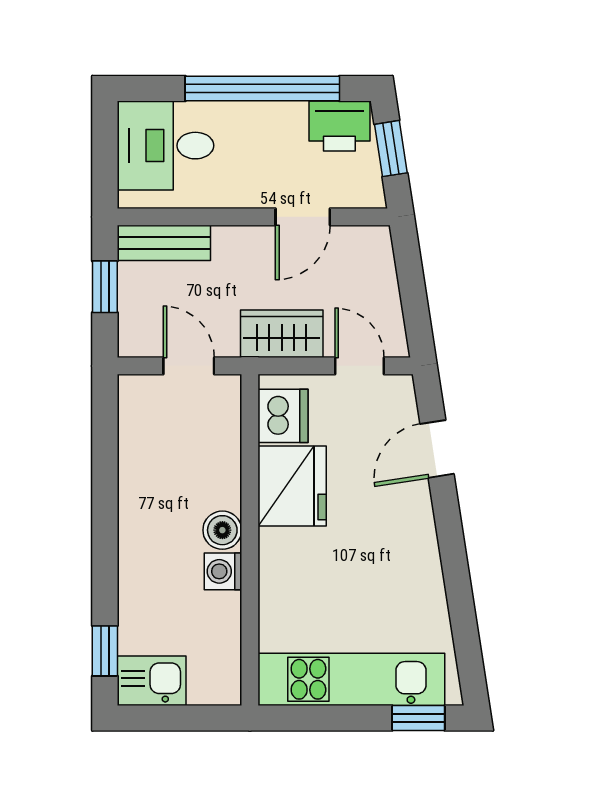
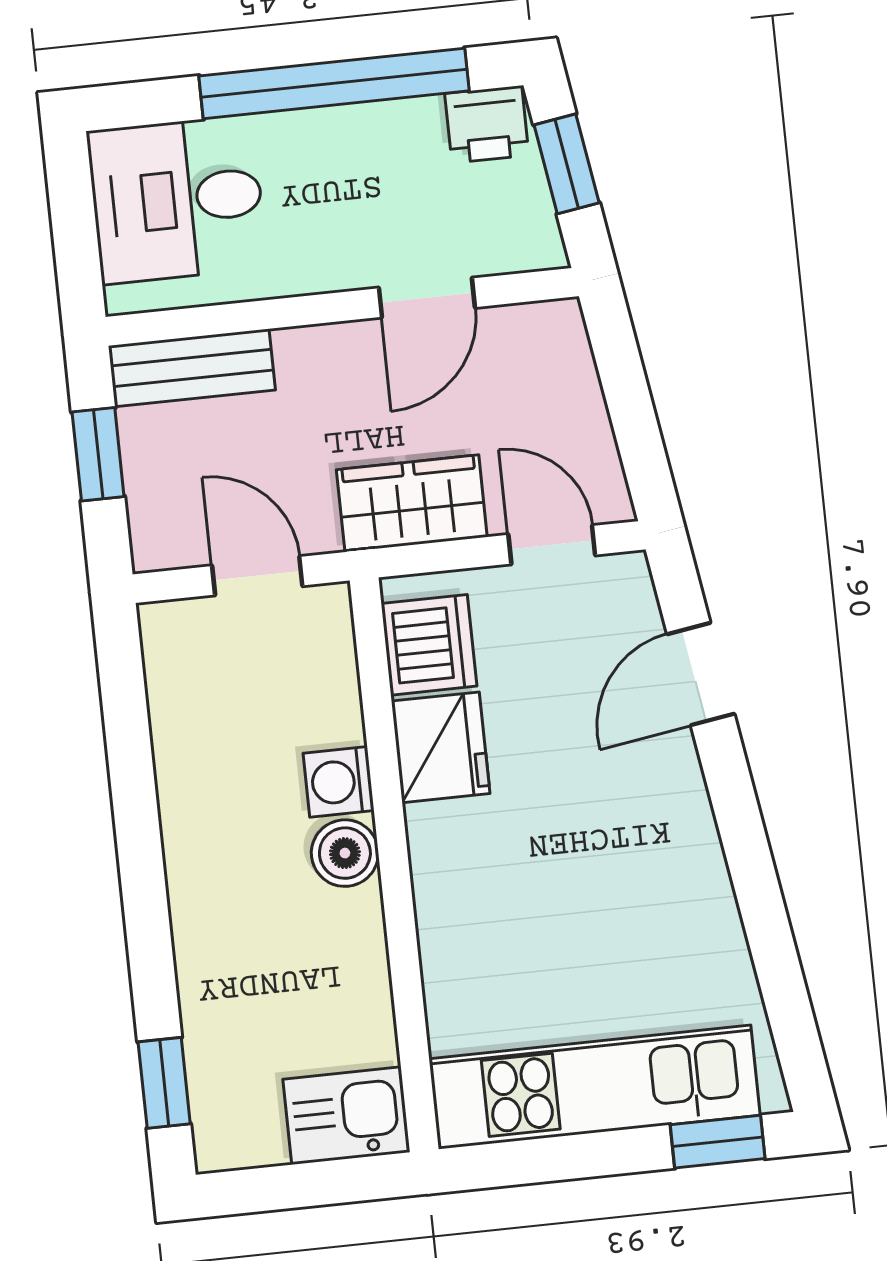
printer: (339, 126) -> (487, 124), width x0.73, depth x0.81
fridge: (292, 486) -> (441, 747), width x0.73, depth x0.75
washing machine: (223, 571) -> (339, 782), moved
kitchen sink: (152, 681) -> (346, 1116), moved

